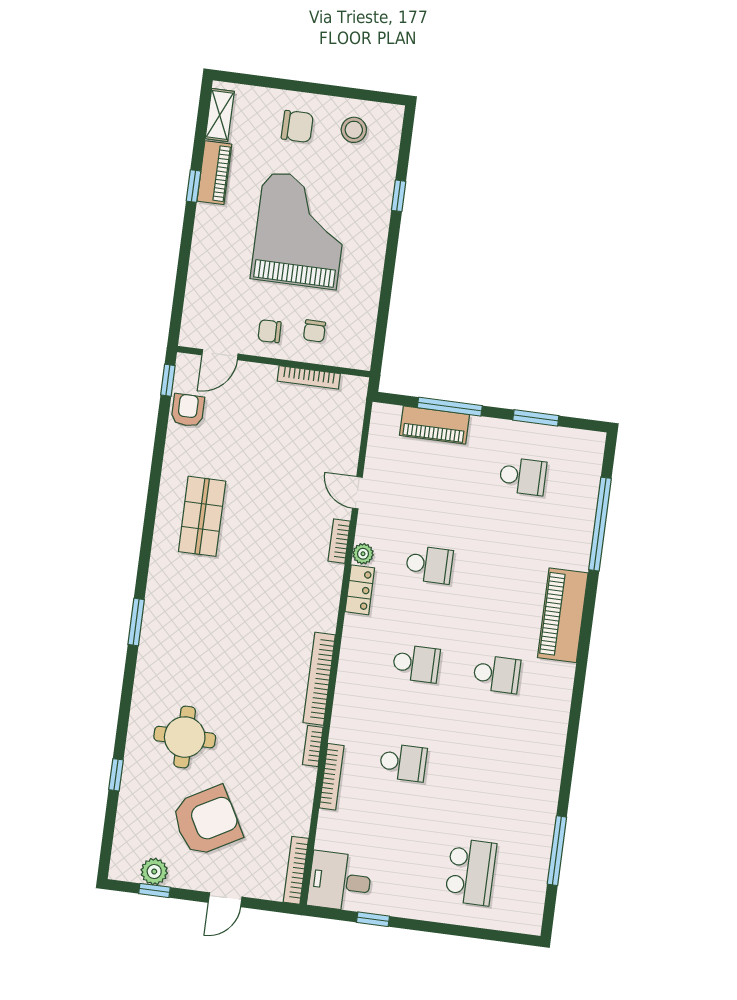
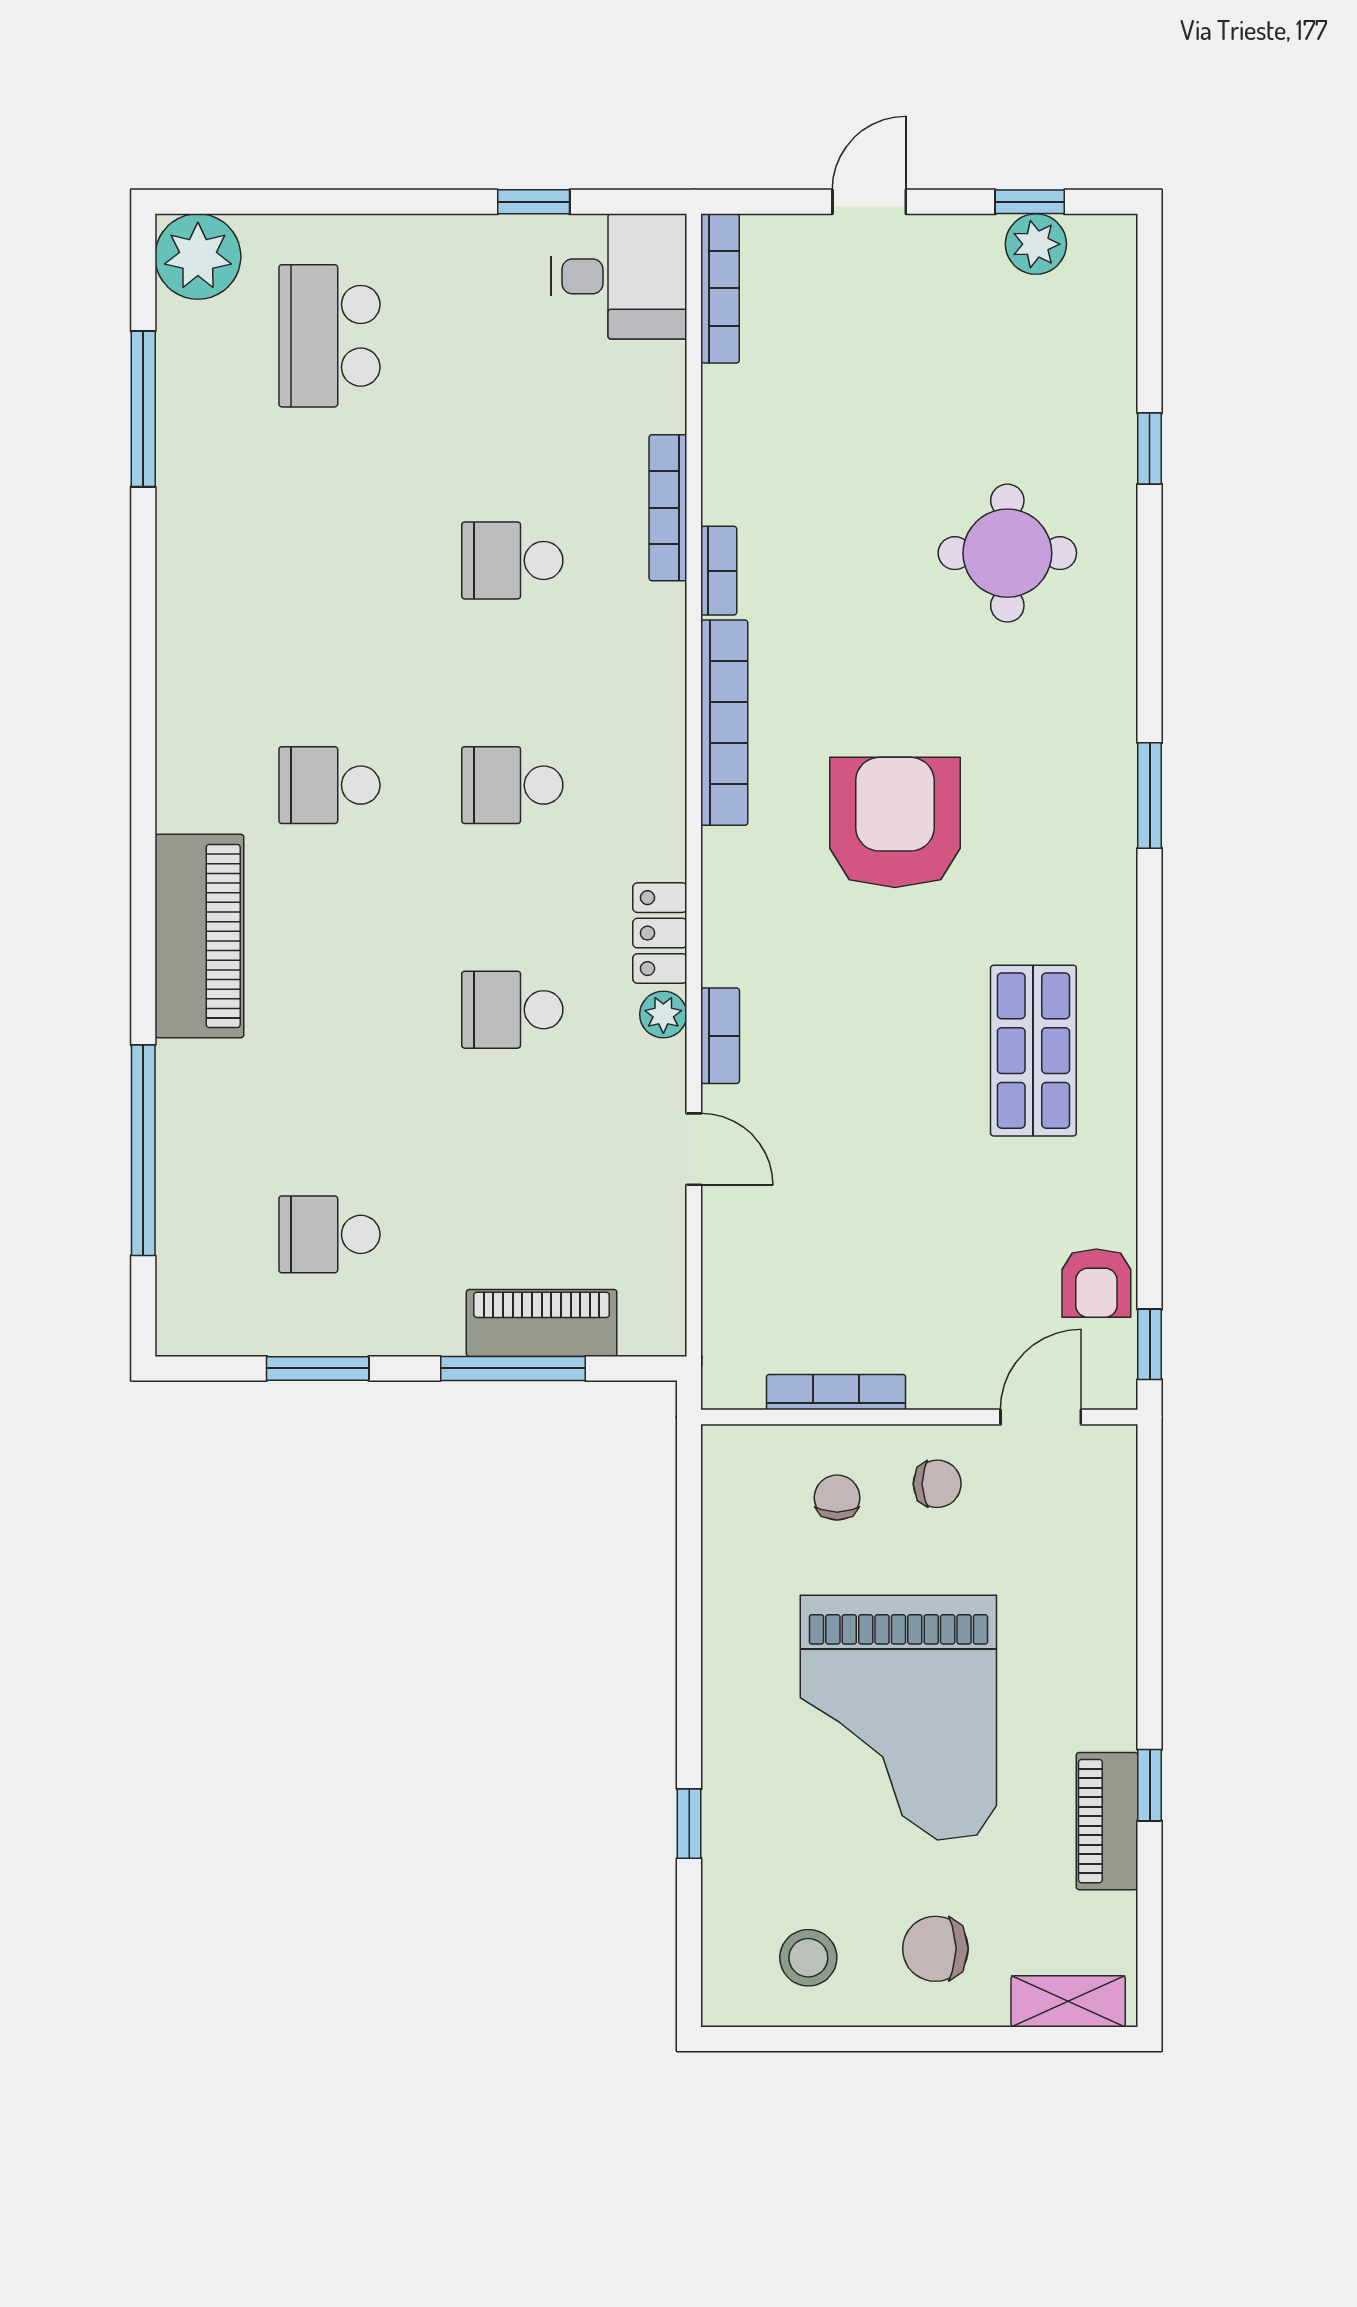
shelving: (220, 115) -> (1068, 2001), moved, turned 90
armchair: (207, 821) -> (895, 822), moved, turned 119
plant: (524, 915) -> (198, 257), added

